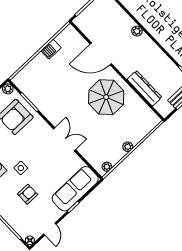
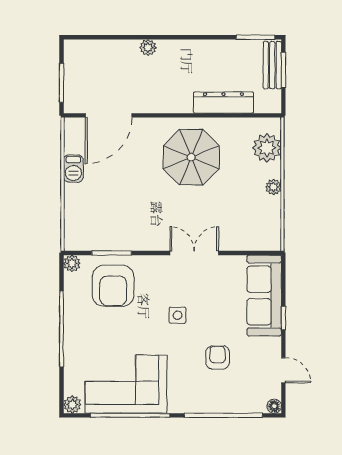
door: (101, 54) -> (109, 115), moved
plant: (107, 167) -> (267, 148), moved, width x1.88, depth x1.88
side table: (21, 168) -> (178, 315), moved

